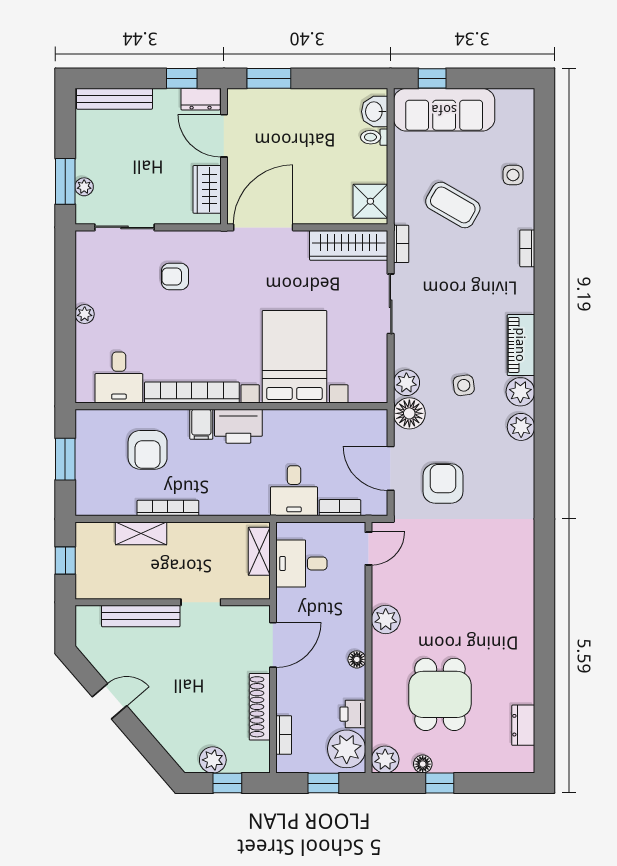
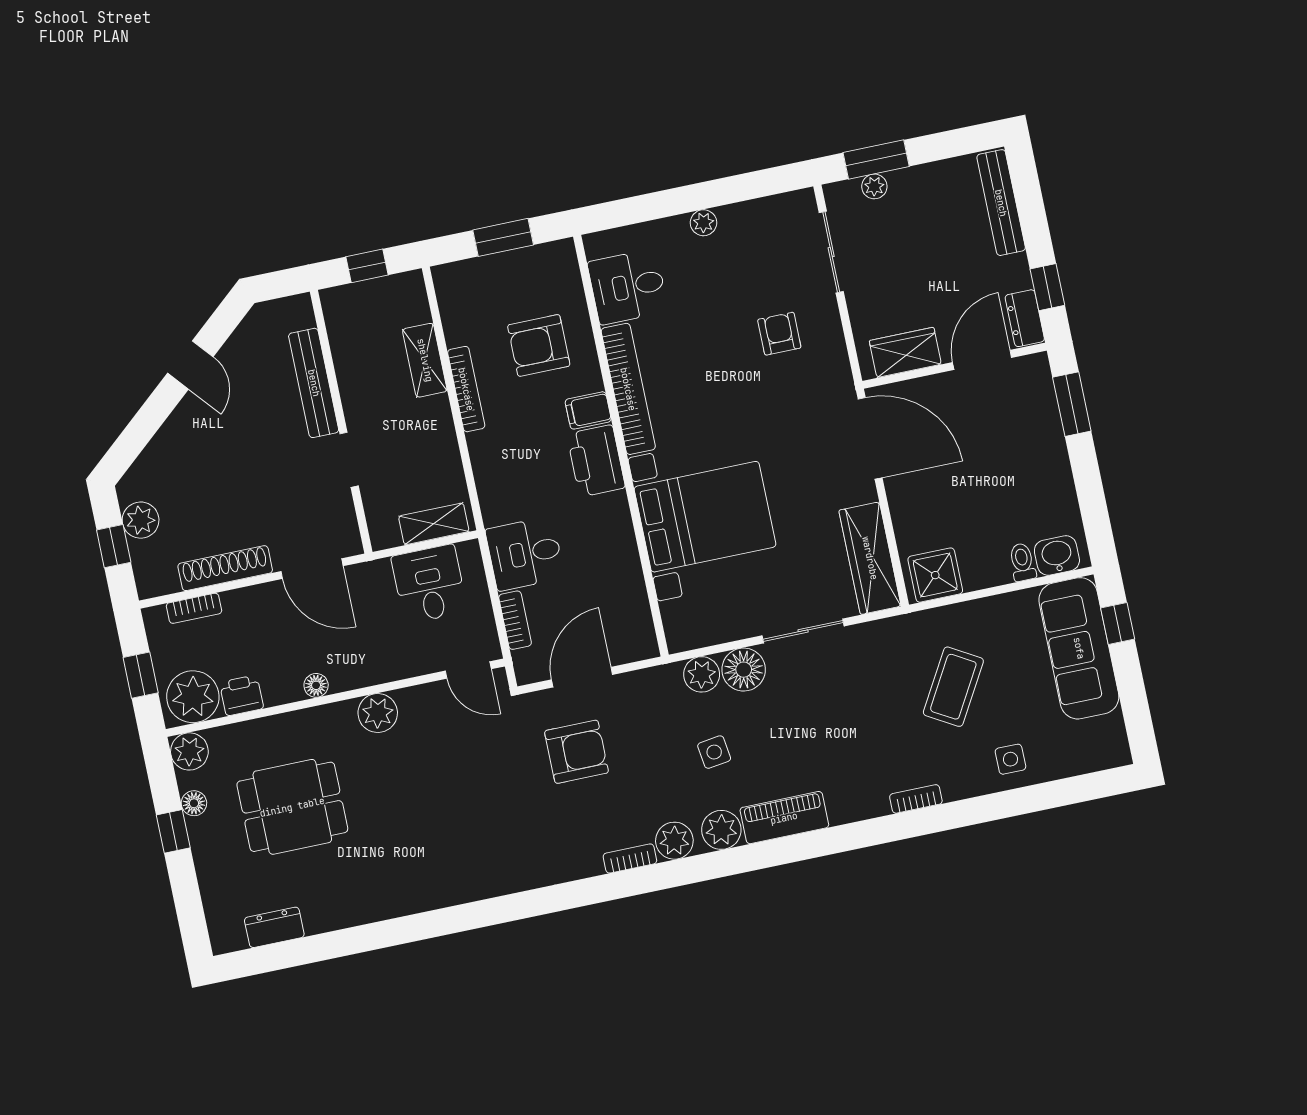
bookcase: (401, 244) -> (630, 858), moved, turned 180
floor lamp: (409, 413) -> (744, 670), moved

